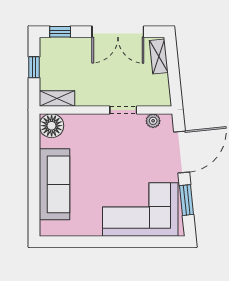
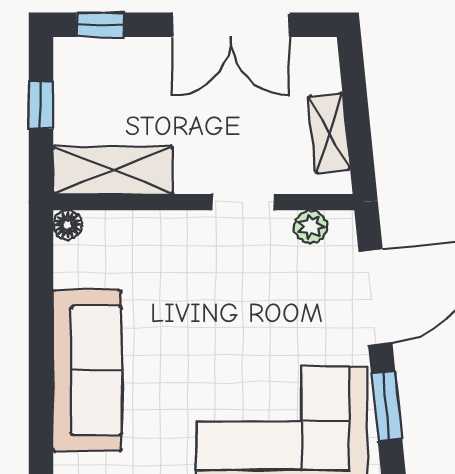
shelving: (159, 57) -> (329, 132), moved
shelving: (57, 99) -> (113, 170), width x1.50, depth x1.33
floor lamp: (52, 126) -> (68, 225), width x0.53, depth x0.53

